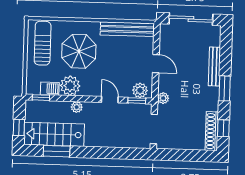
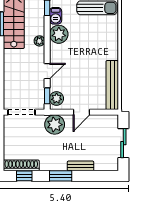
sliding door: (191, 19) -> (123, 143), width x0.73
parasol: (79, 51) -> (91, 41), removed
bench: (214, 67) -> (81, 166), width x0.73
plant: (163, 98) -> (55, 125), width x1.87, depth x1.87

